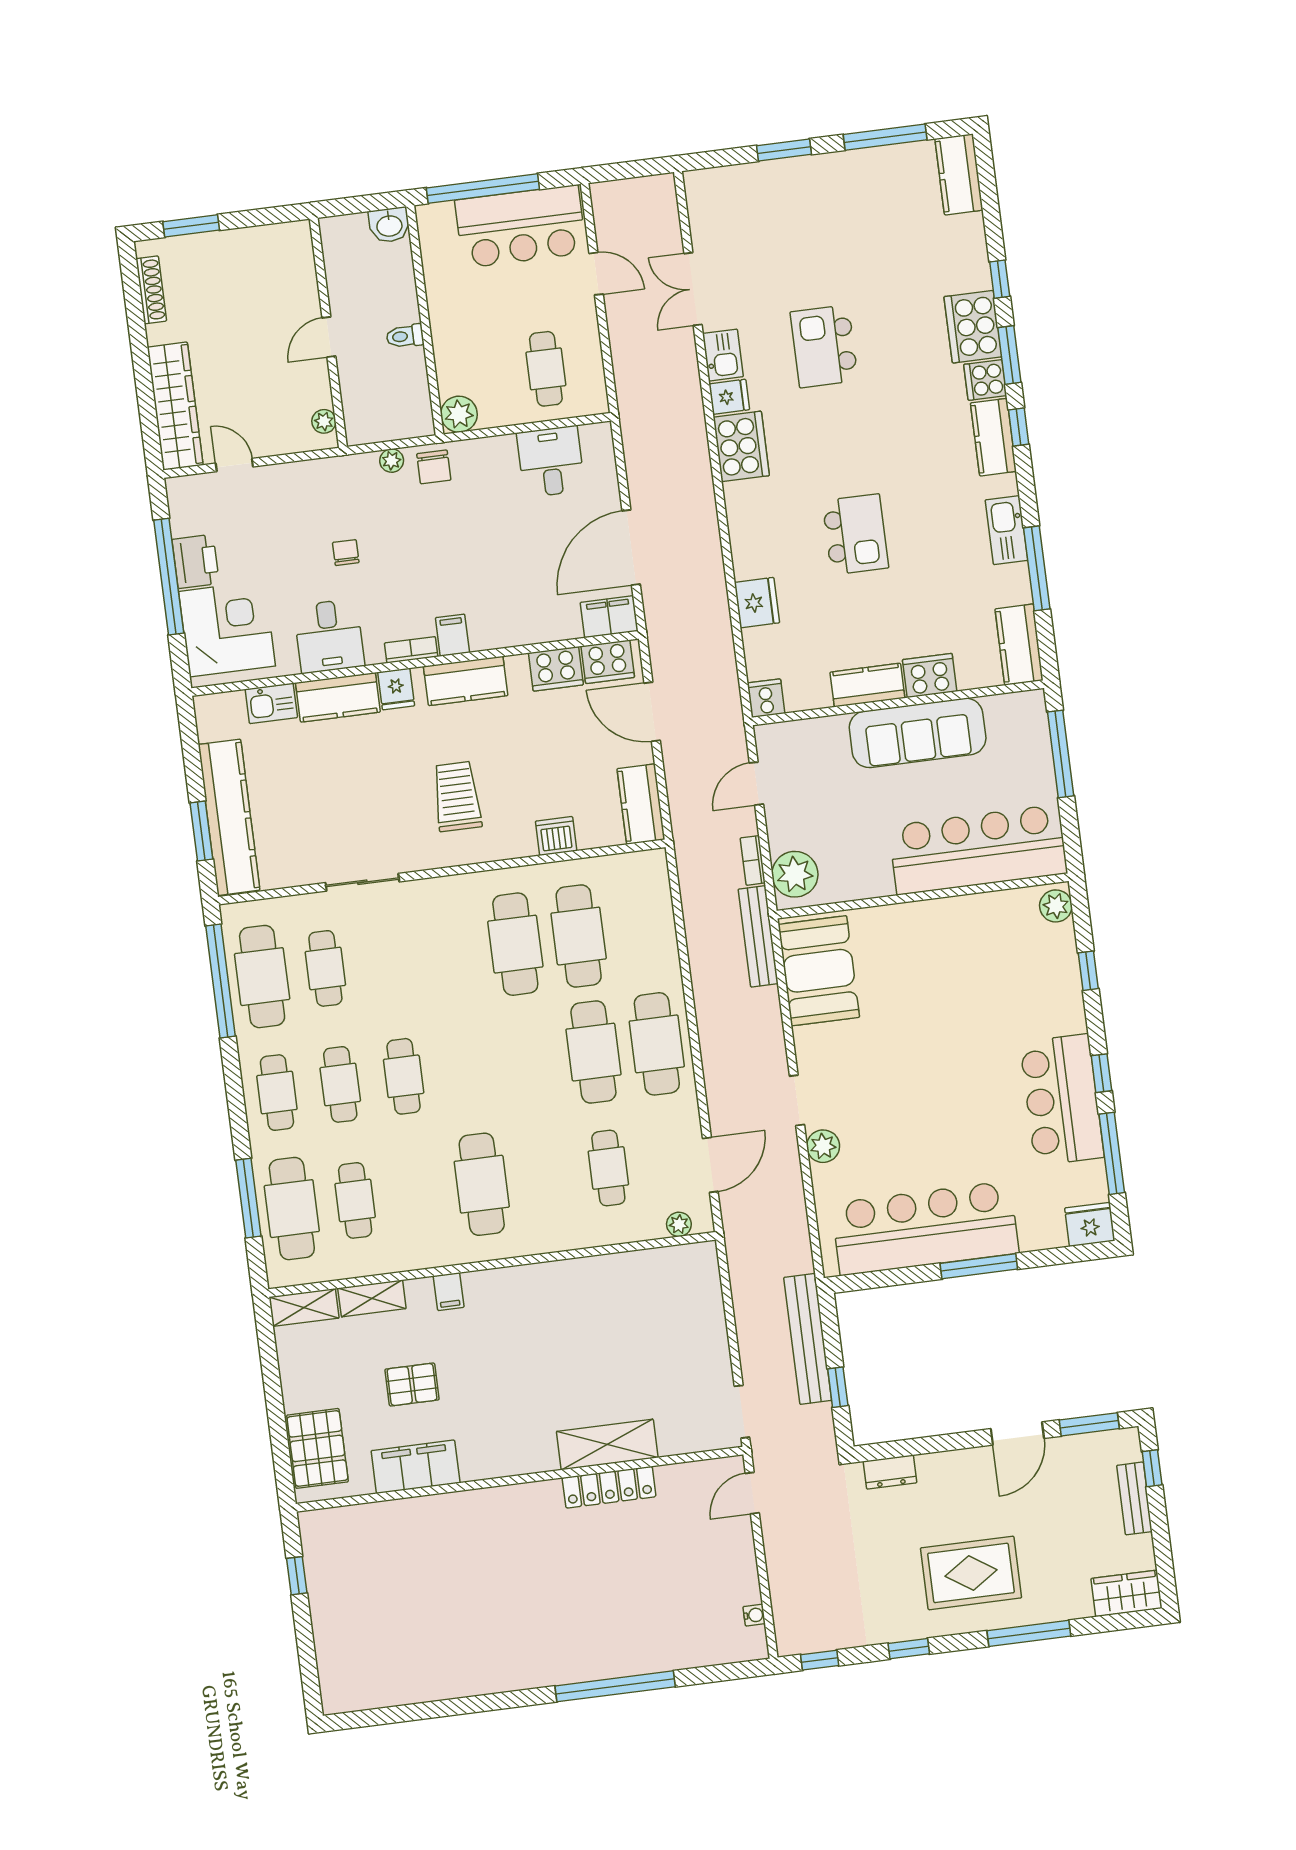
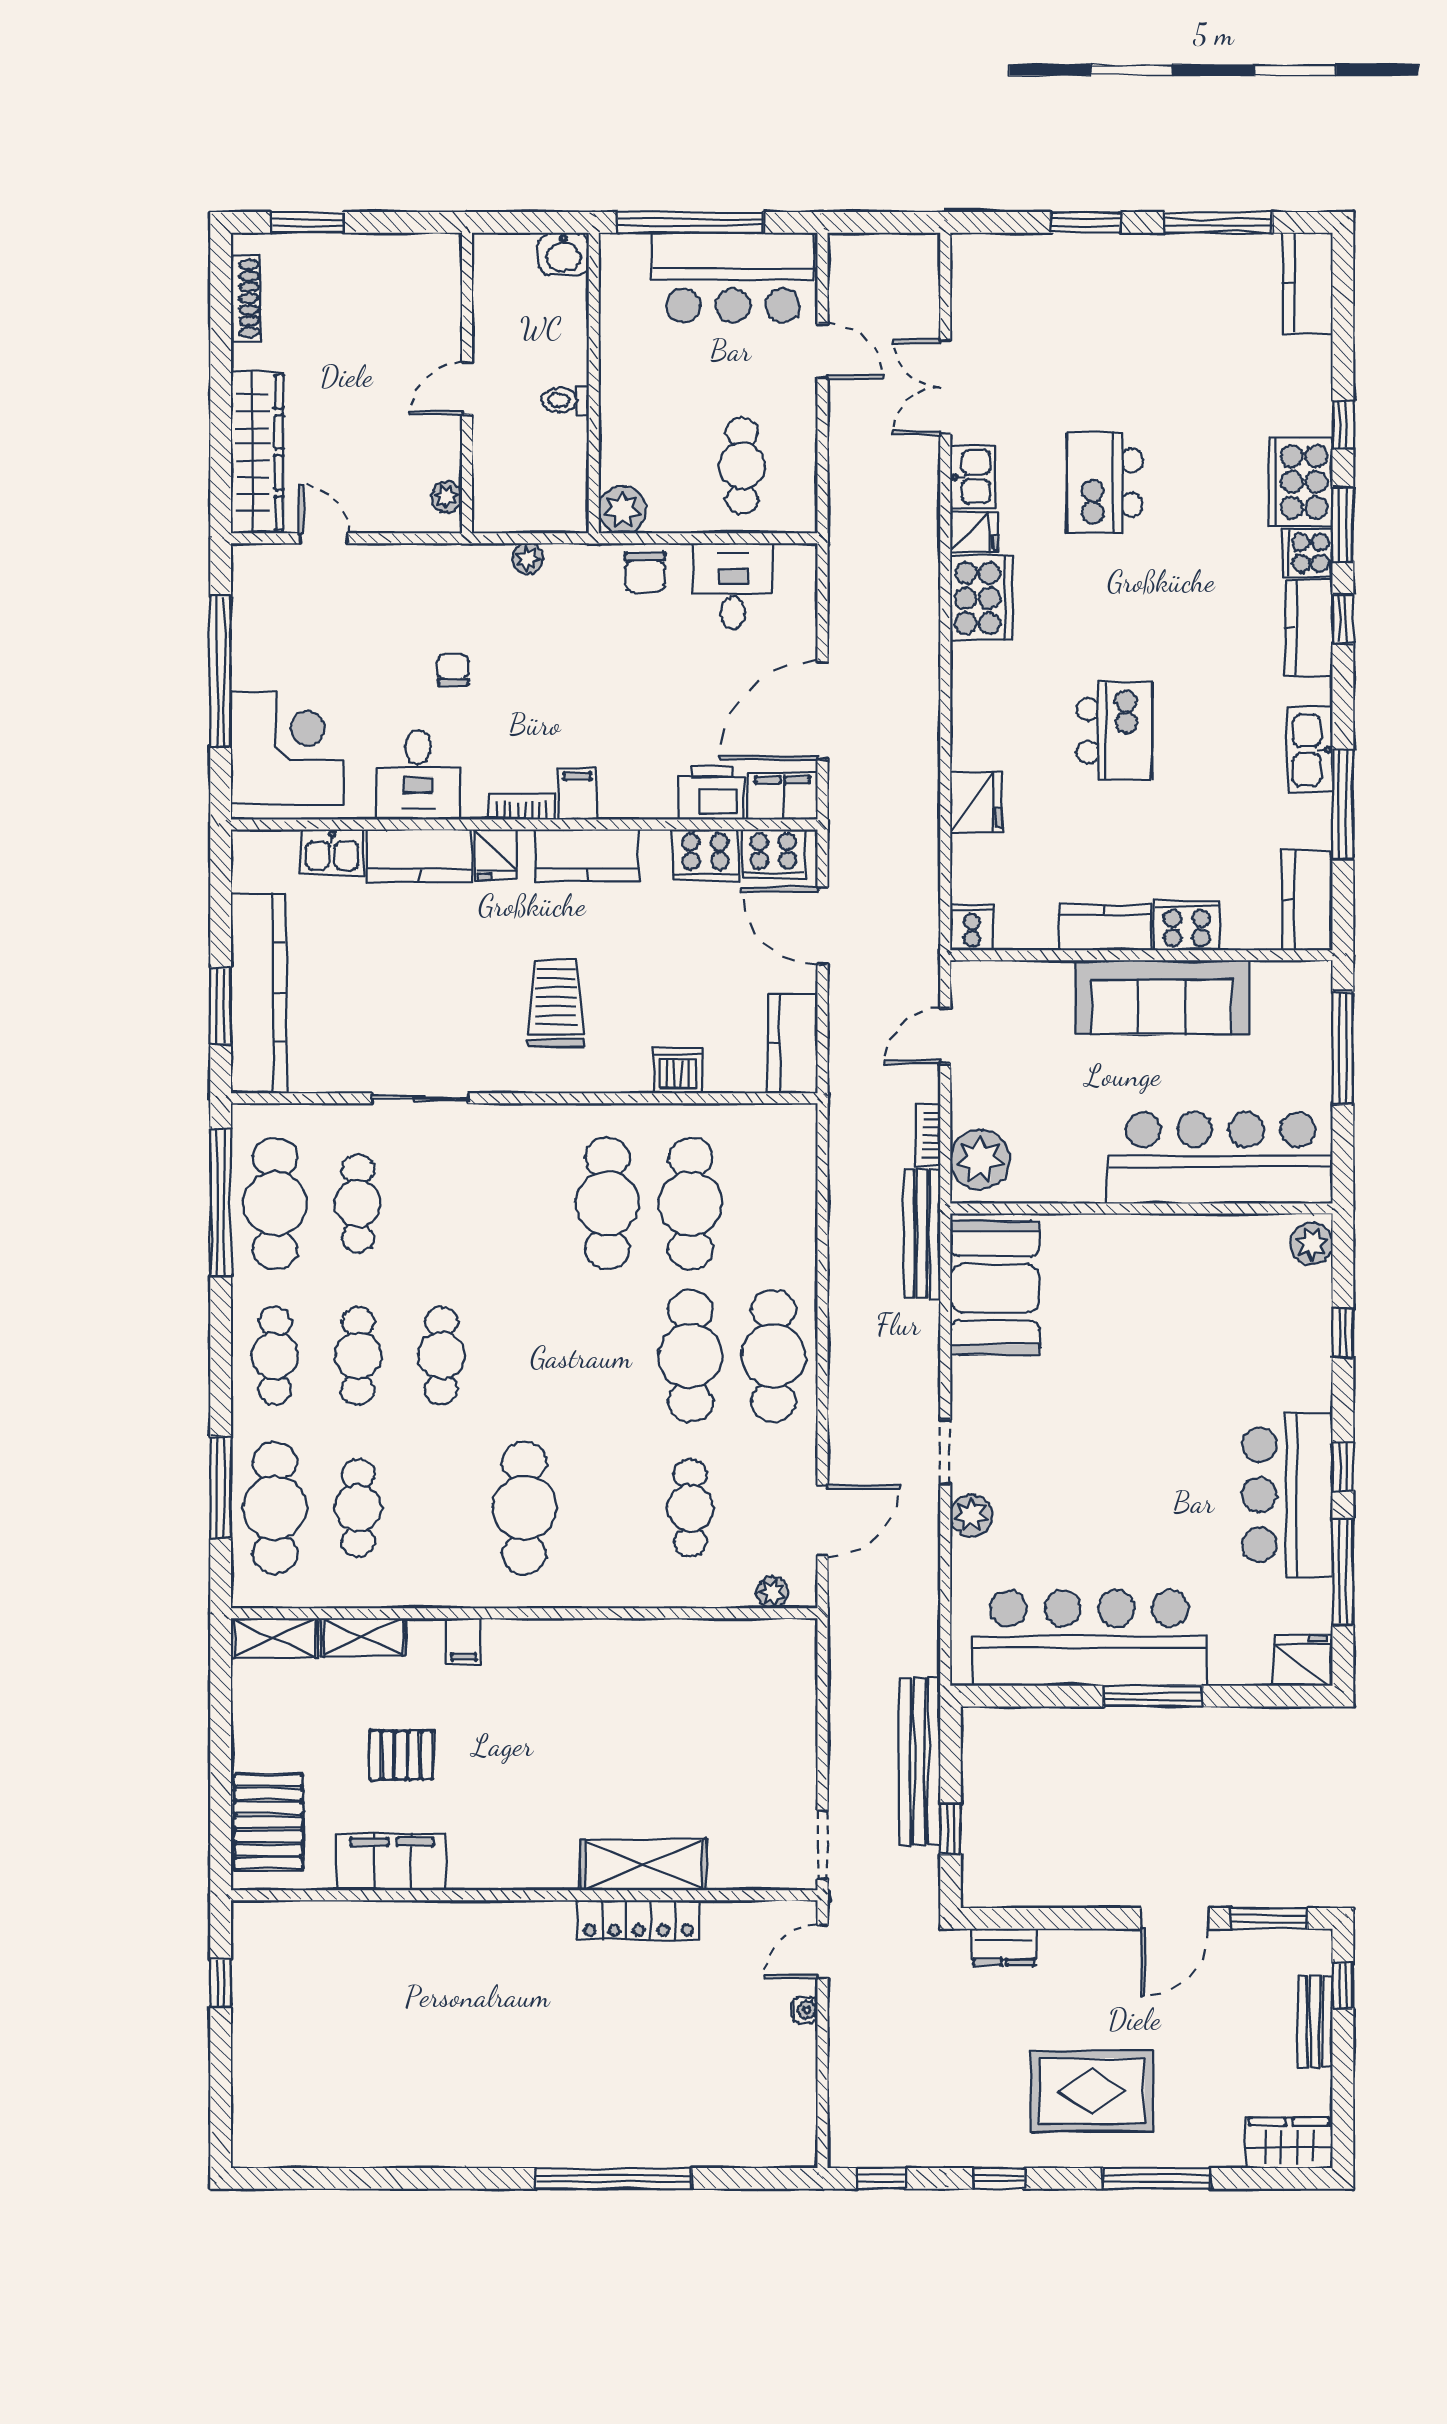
chair: (434, 467) -> (645, 572), moved
printer: (196, 561) -> (712, 793), moved, turned -90
water cooler: (754, 1615) -> (805, 2010), moved

